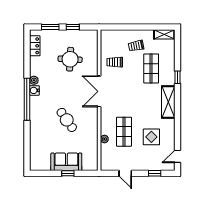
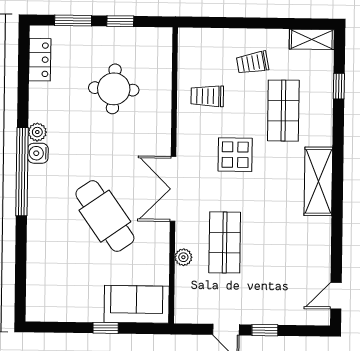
window: (177, 77) -> (339, 86), moved
double door: (99, 91) -> (173, 189), moved
cafe table: (67, 120) -> (105, 216), width x1.37, depth x1.35
display table: (151, 137) -> (235, 155), moved
sofa: (66, 162) -> (137, 304), moved
window: (155, 173) -> (265, 330), moved

